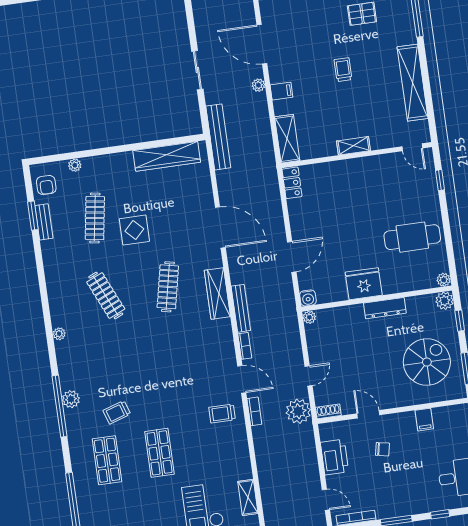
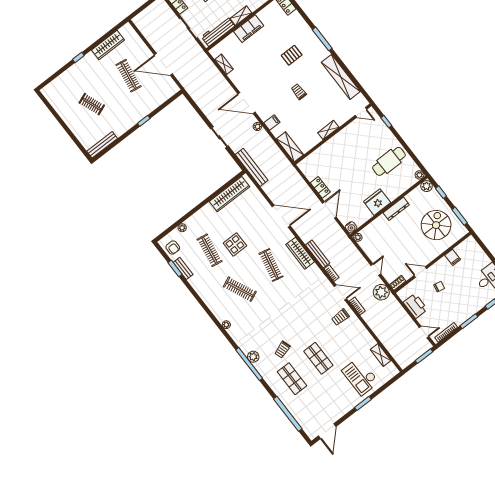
locker: (292, 183) -> (320, 187), moved

